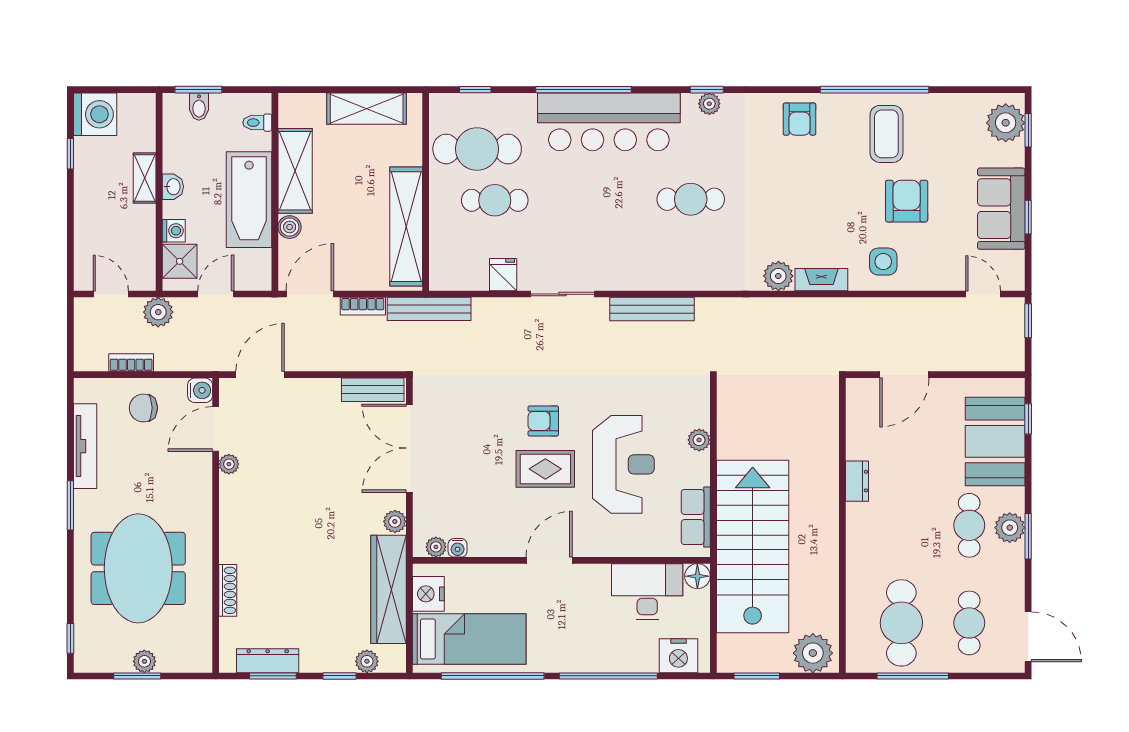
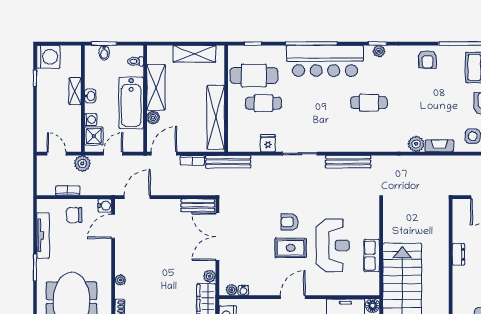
plant: (699, 440) -> (373, 232), removed
plant: (229, 464) -> (120, 280), moved
row of seats: (696, 517) -> (372, 256), moved

